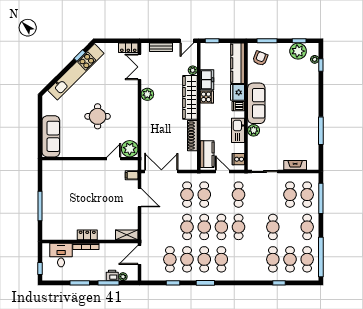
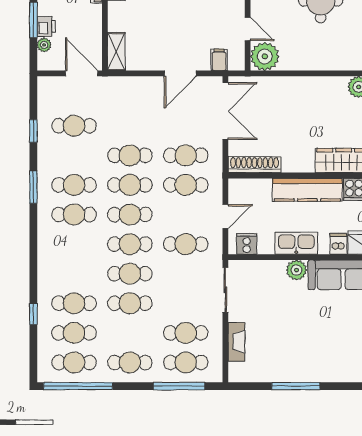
shoe rack: (192, 136) -> (255, 165), moved
kitchen counter: (207, 154) -> (307, 190), moved, width x1.50
cafe table: (187, 259) -> (130, 274), moved

